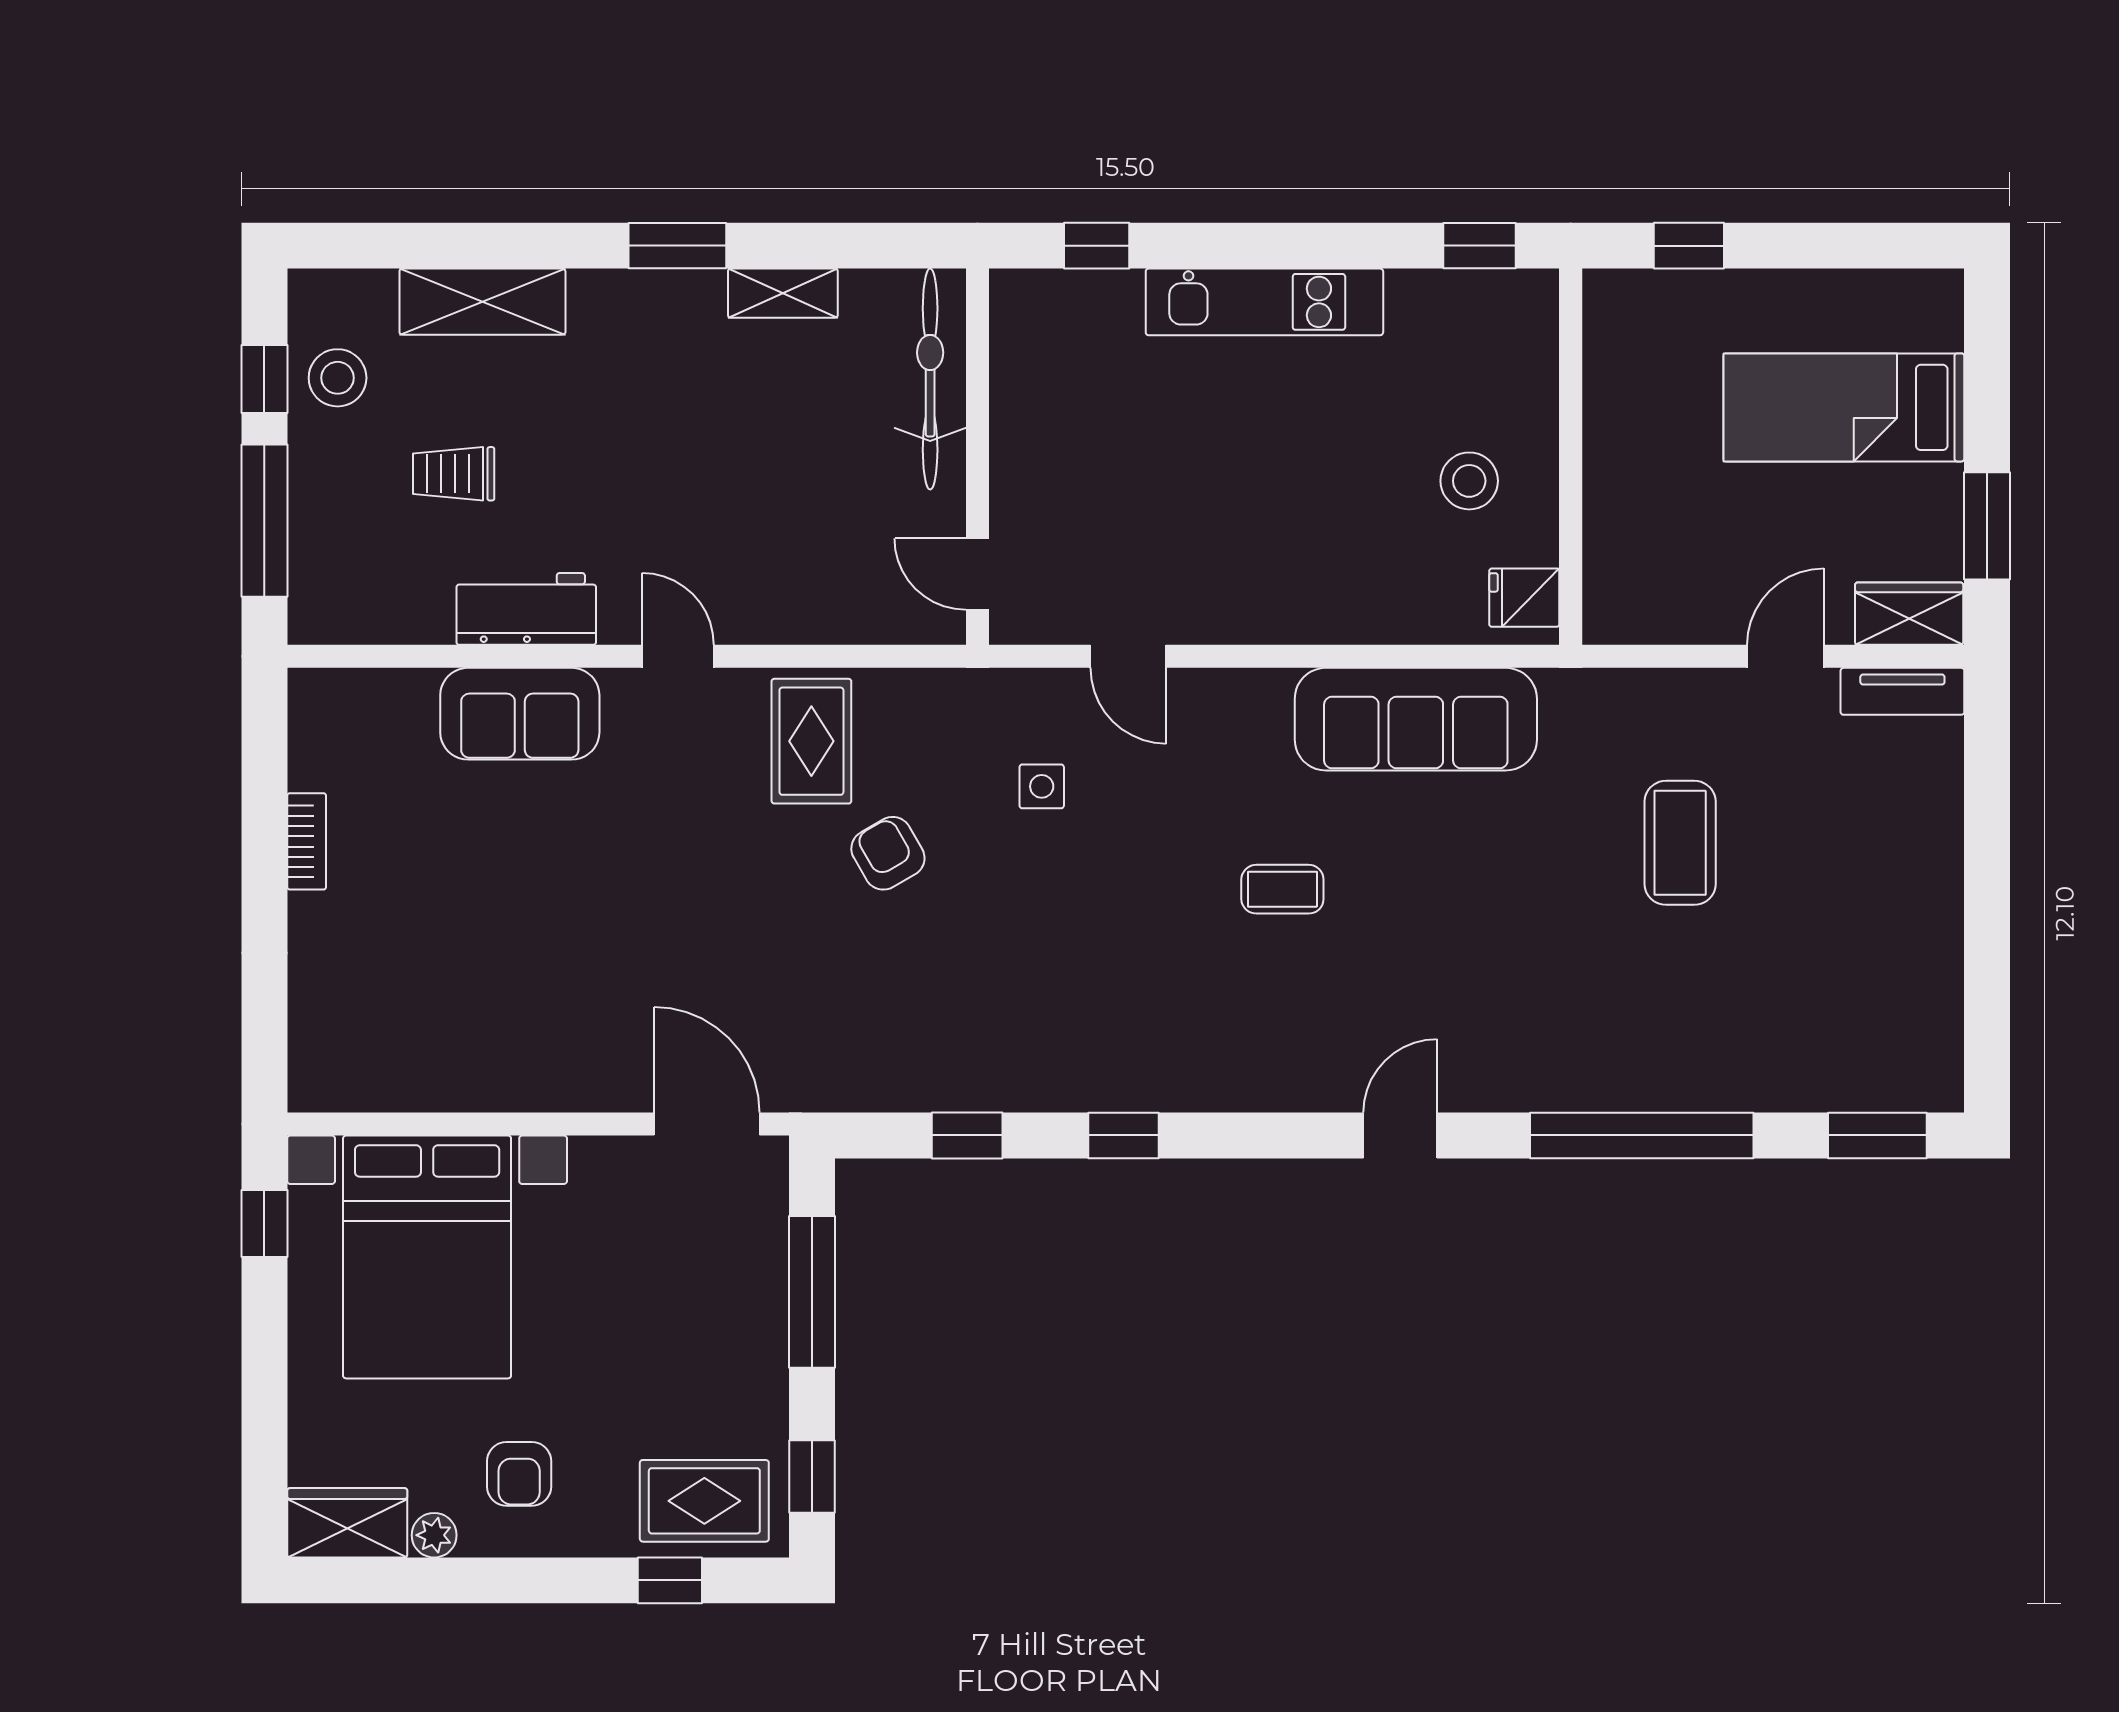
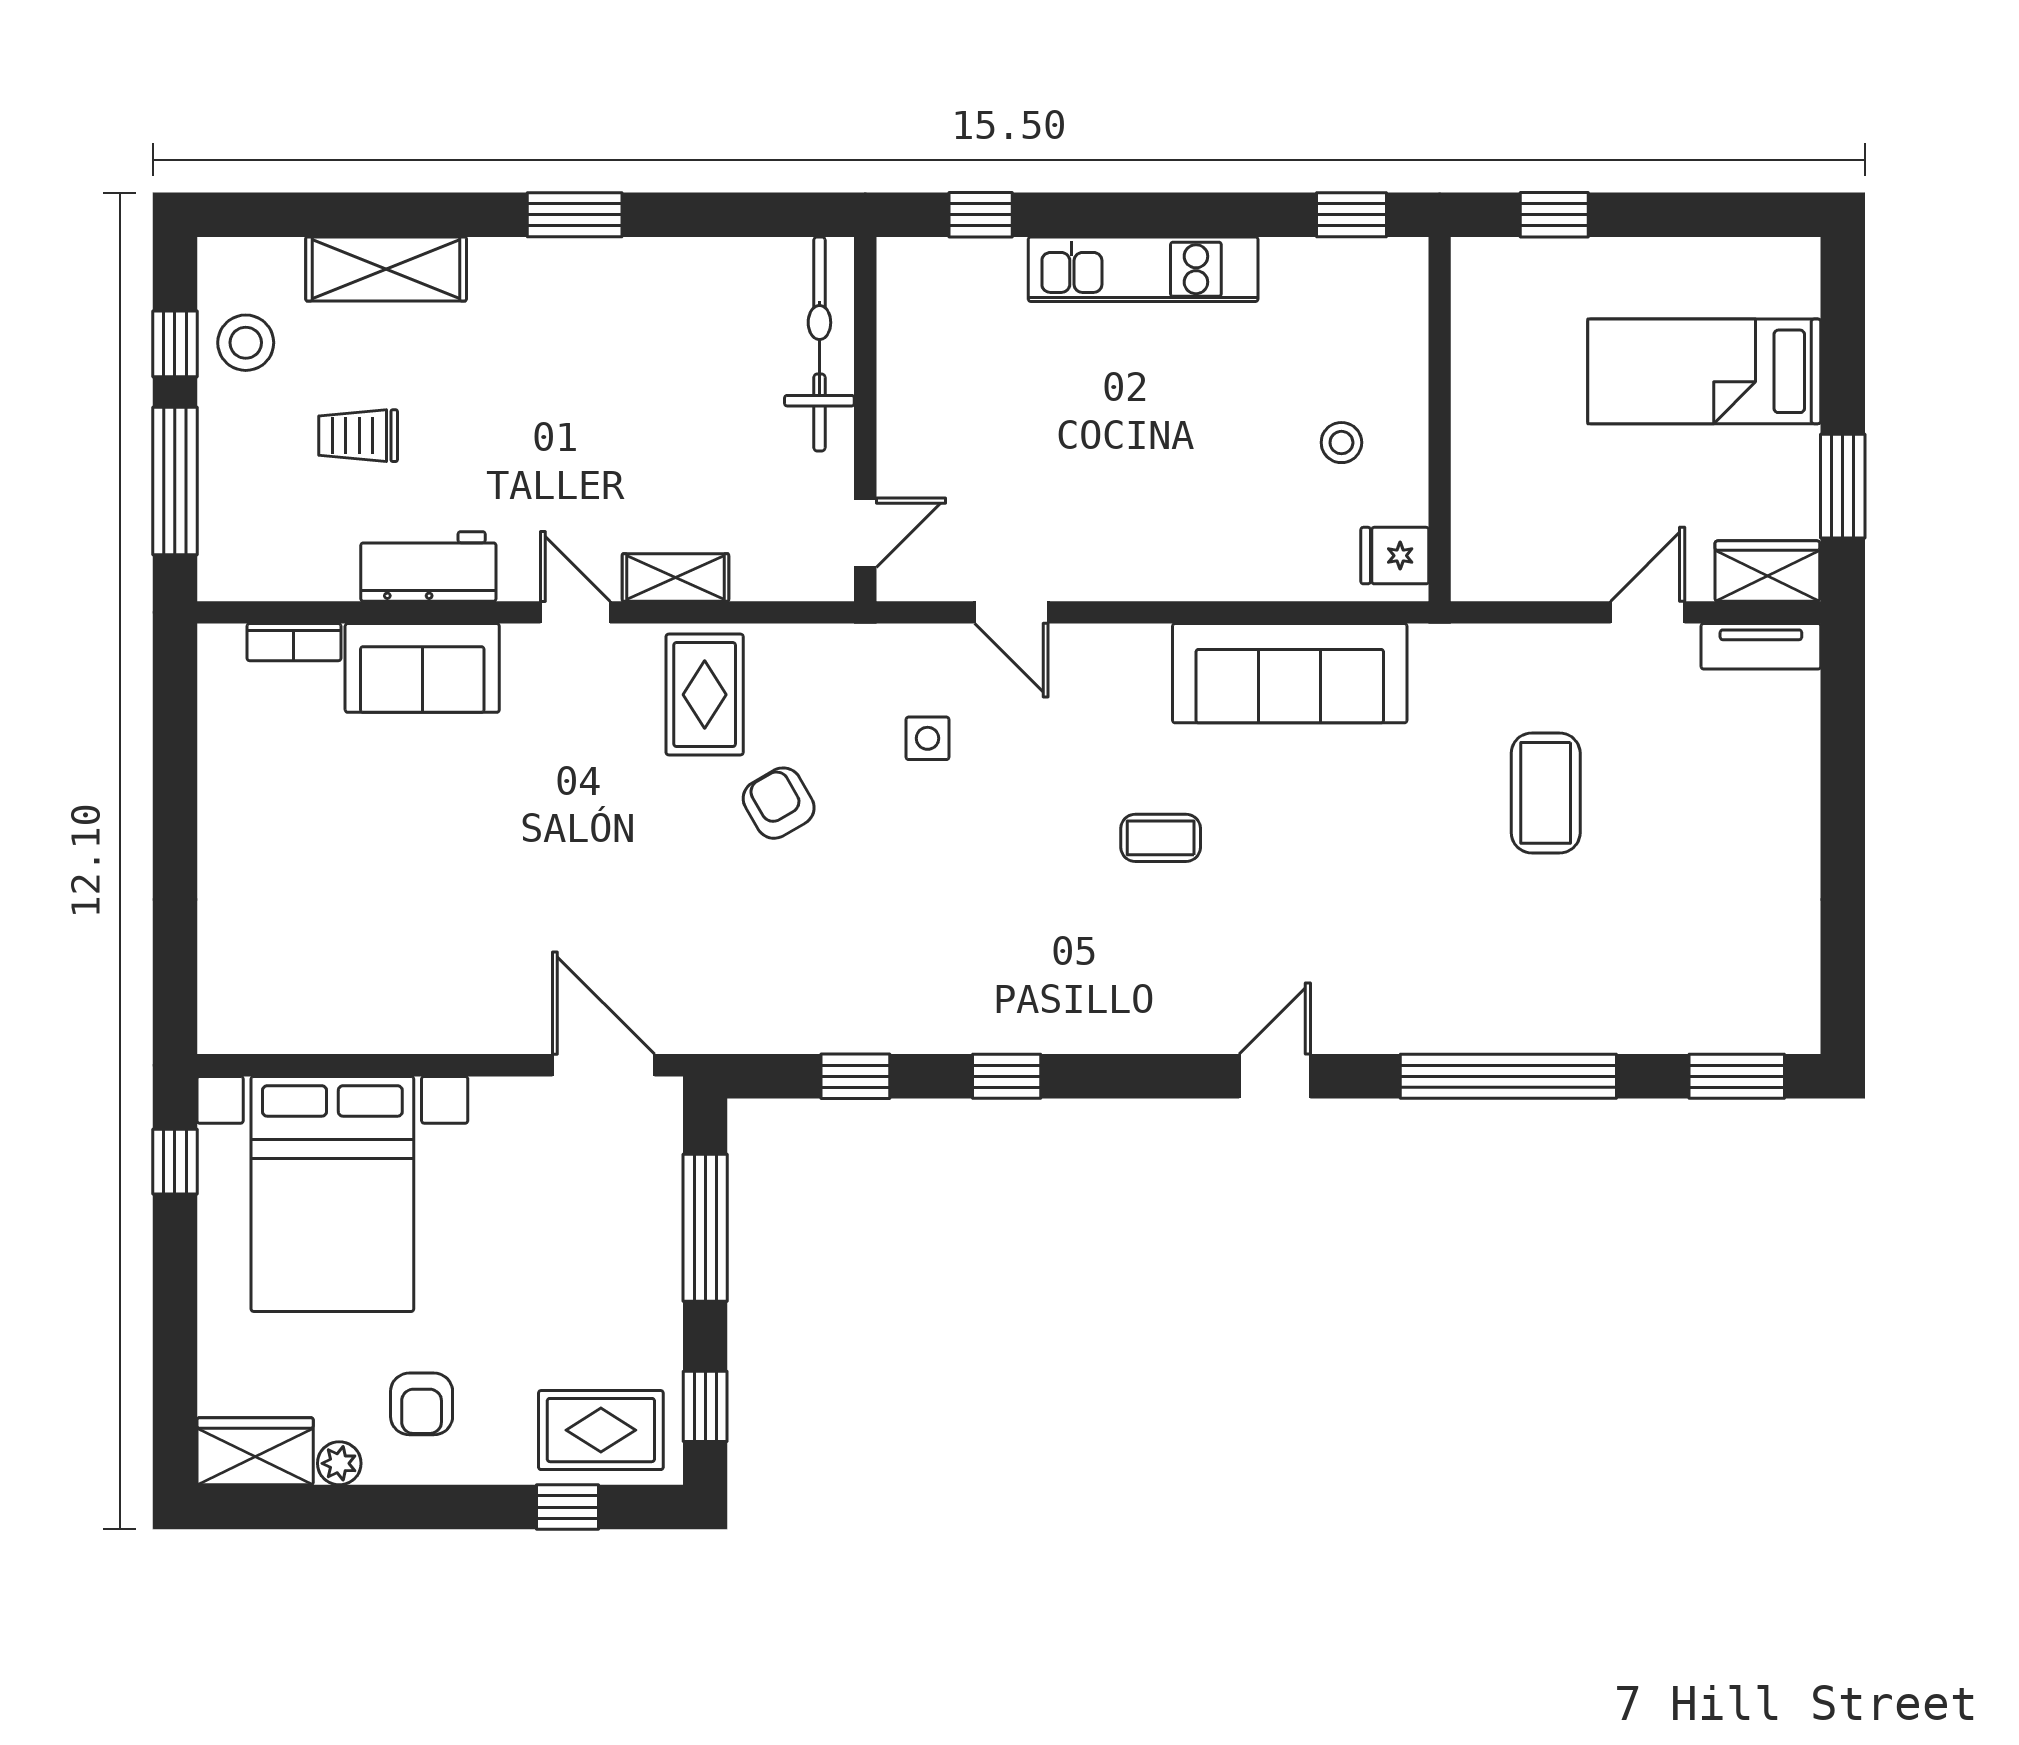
shelving: (783, 293) -> (675, 577), moved
stool: (1469, 481) -> (1341, 443), width x0.73, depth x0.73
door: (977, 574) -> (865, 533), swing flipped
bookcase: (307, 841) -> (294, 642), moved, turned 90

